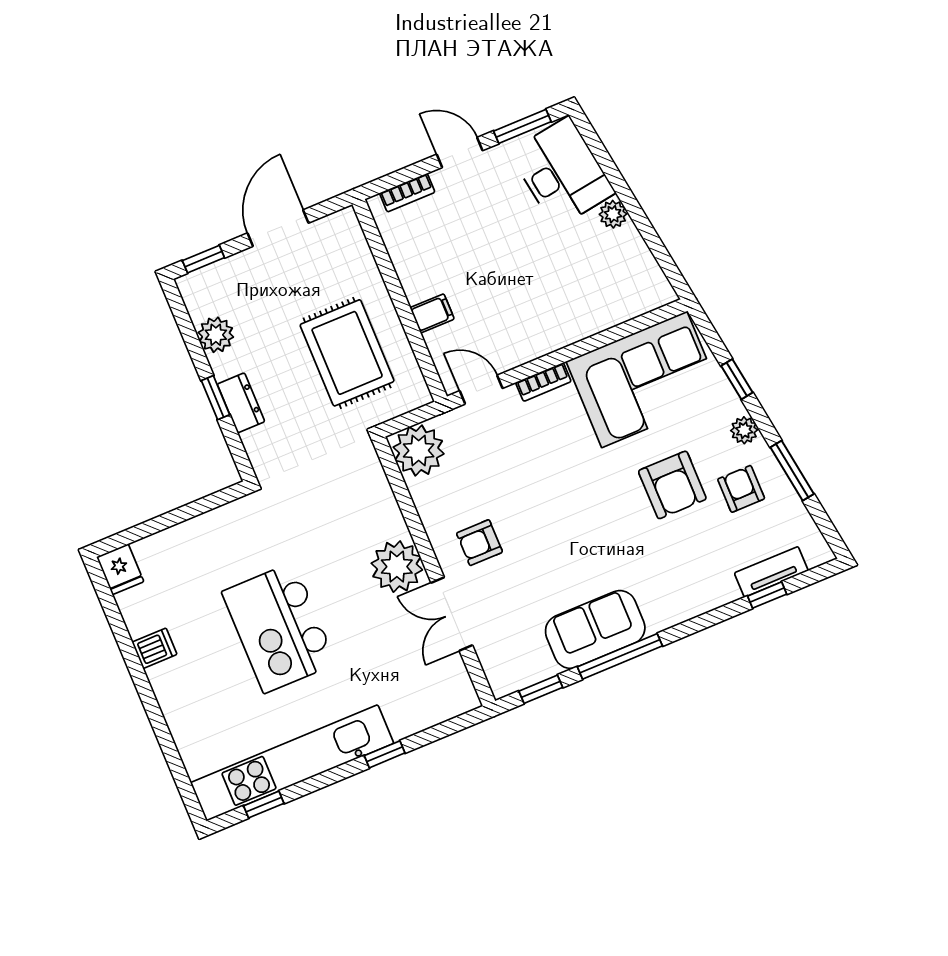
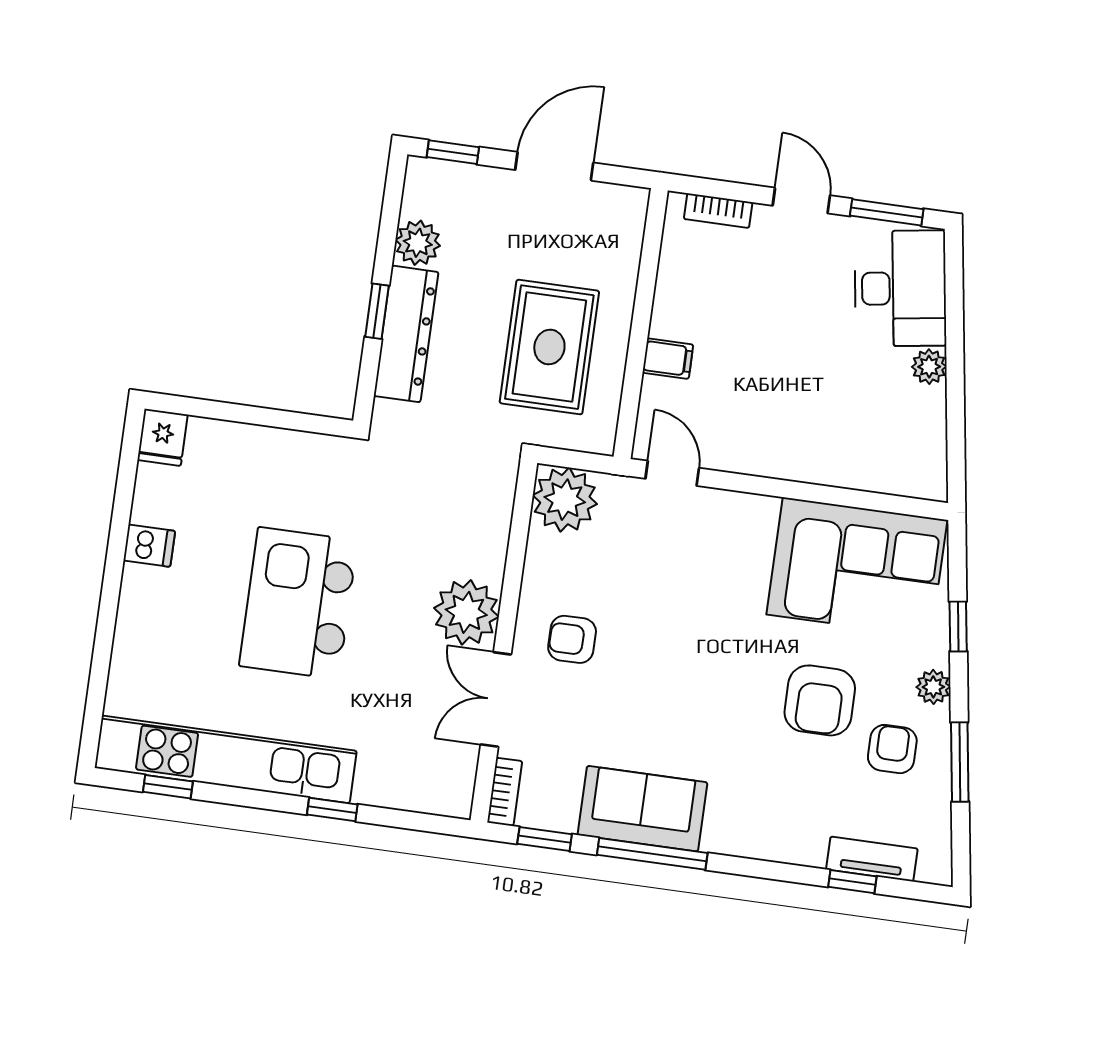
bookcase: (543, 382) -> (505, 792), moved, turned -90
dresser: (241, 403) -> (406, 334), width x1.96, depth x1.24

